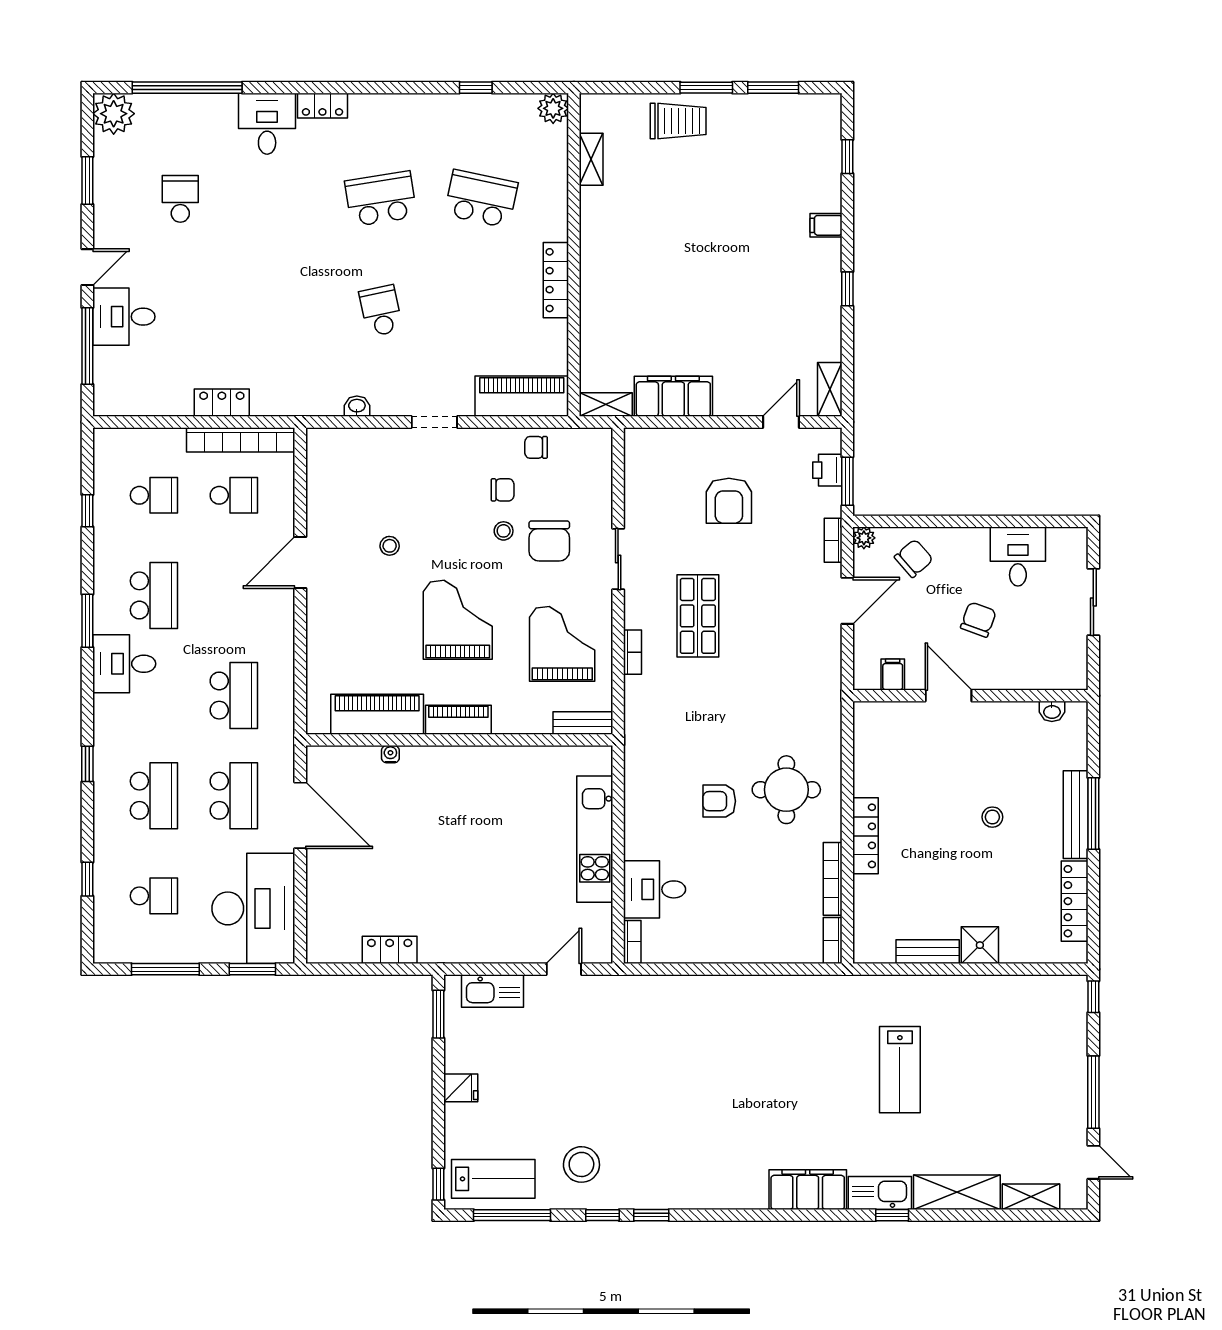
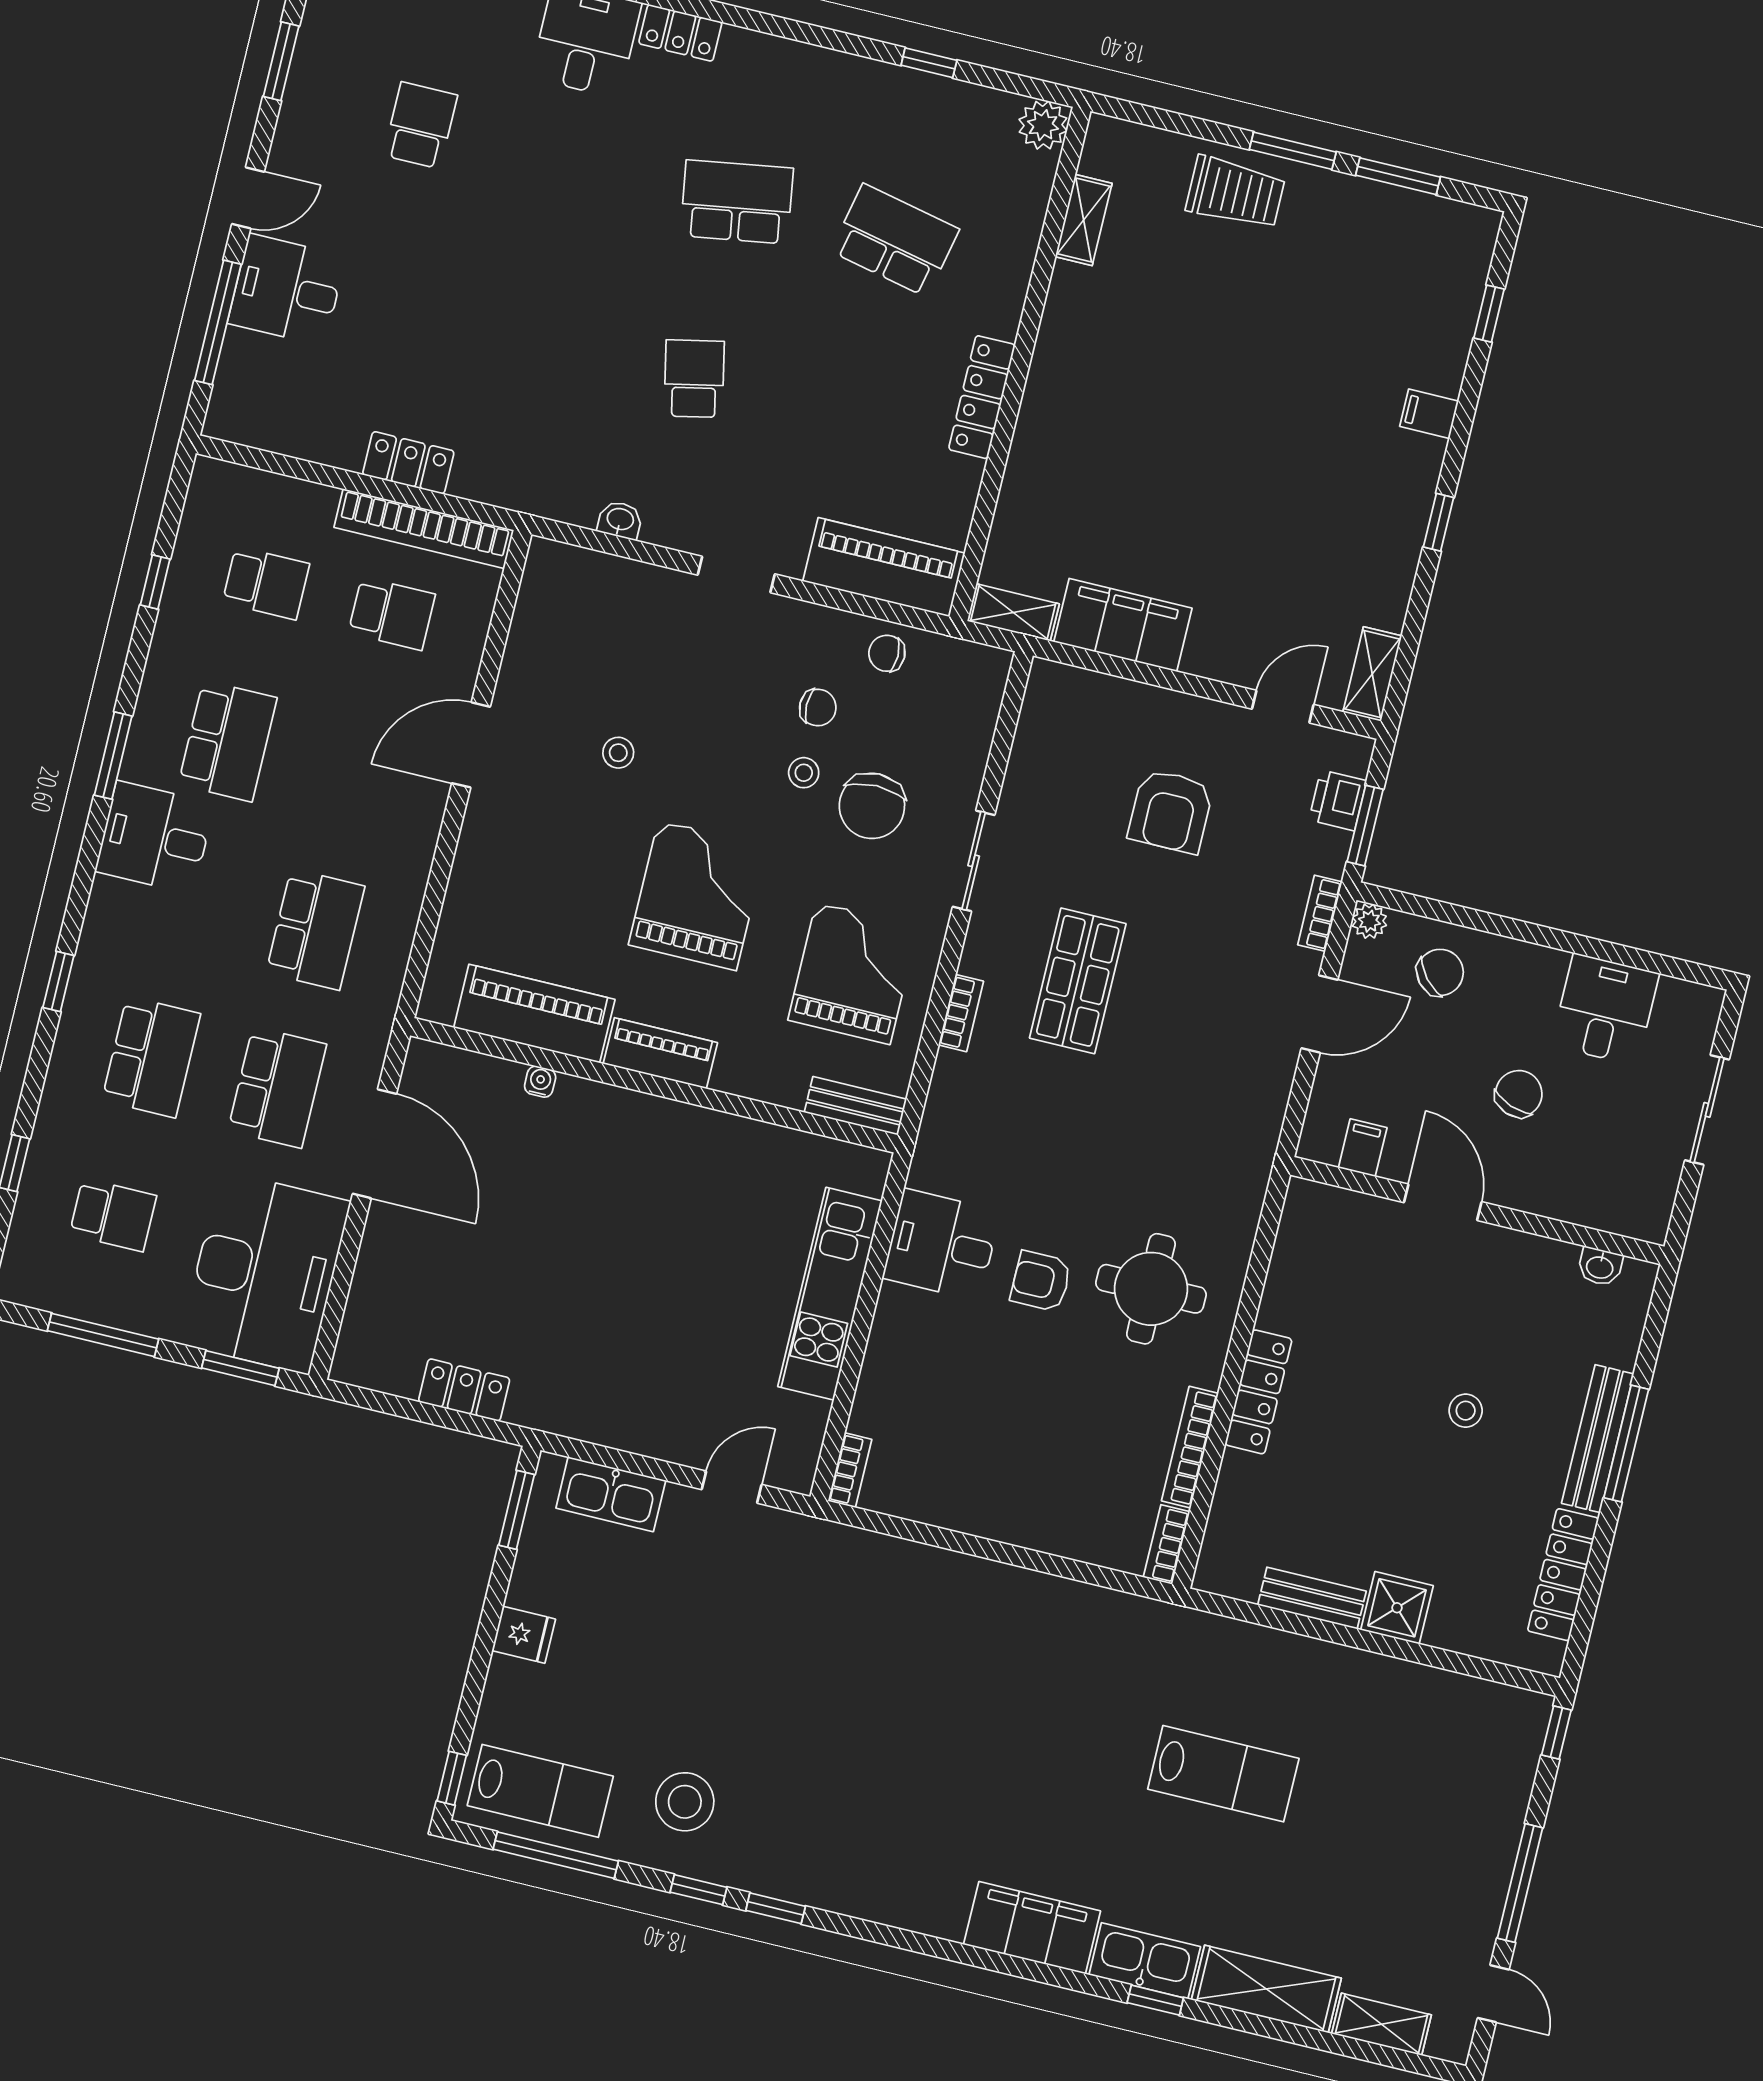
desk: (655, 889) -> (942, 1245), moved
lab bench: (900, 1070) -> (1223, 1774), turned -90

